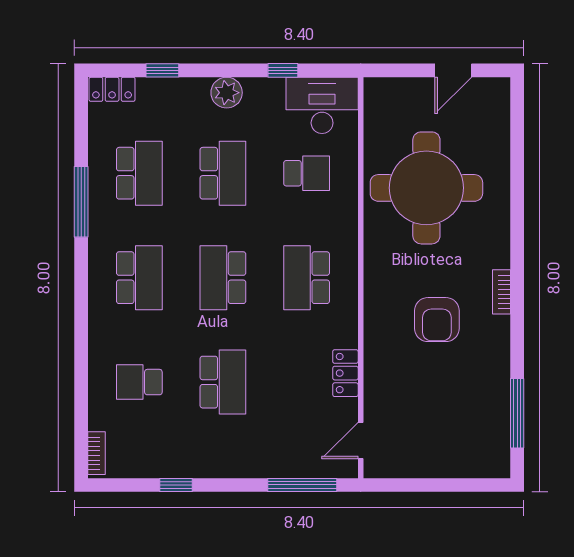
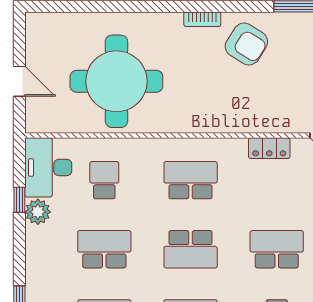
door: (453, 70) -> (19, 81), moved
plant: (227, 93) -> (38, 212), moved
school desk: (307, 278) -> (191, 180), turned 180
armchair: (437, 320) -> (246, 44), moved, turned 32

